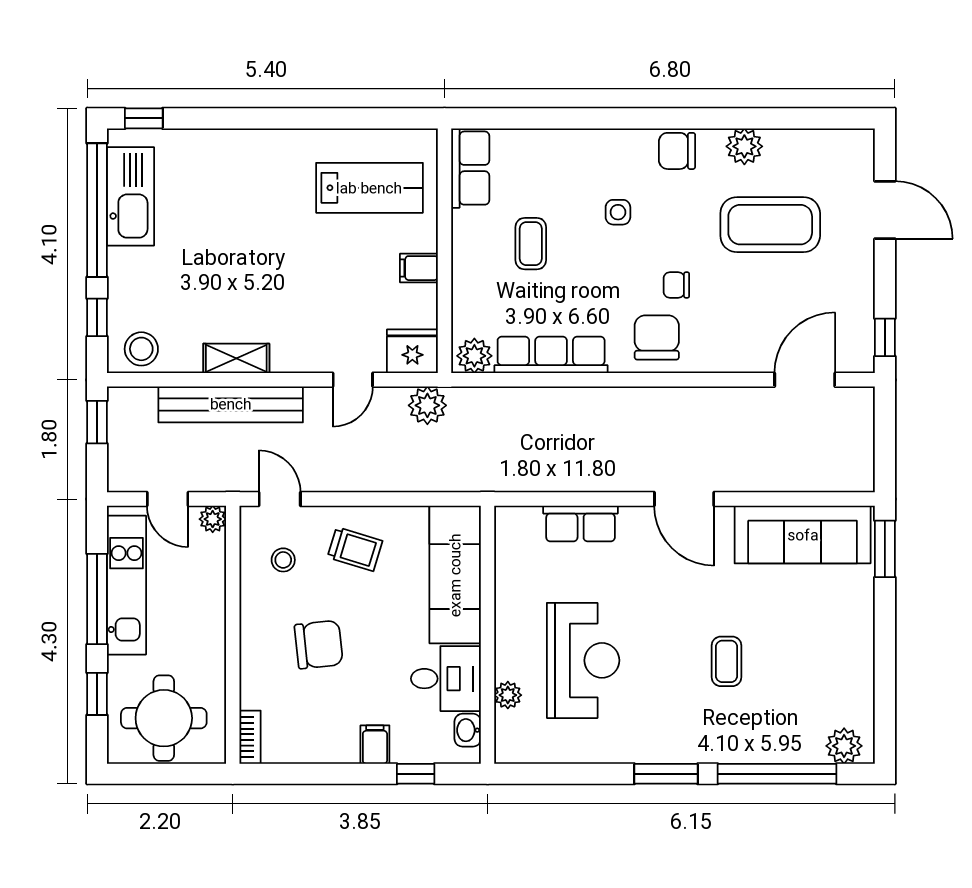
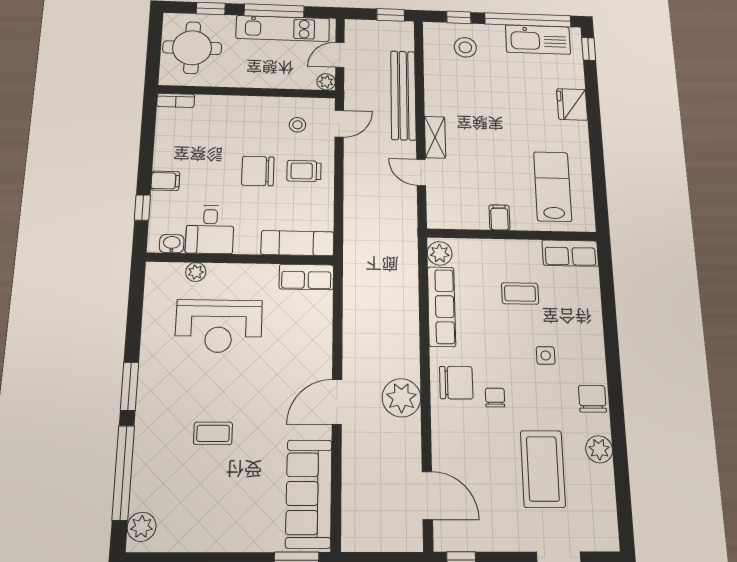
lab bench: (369, 188) -> (553, 186), turned 180
stool: (141, 349) -> (465, 47), moved
fridge: (412, 351) -> (572, 104), moved, turned 180
shelving: (236, 358) -> (435, 137), moved
plant: (427, 405) -> (401, 398), moved, width x1.36, depth x1.36
row of seats: (581, 523) -> (306, 277), moved, turned -90
trolley: (355, 549) -> (304, 171), turned 73
exam couch: (455, 575) -> (297, 243), width x0.73, depth x0.69
chair: (319, 645) -> (258, 171), moved, turned 96

